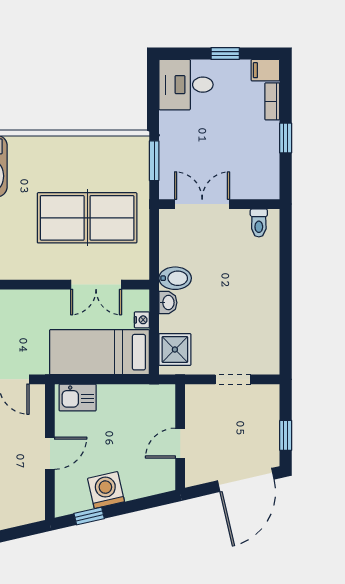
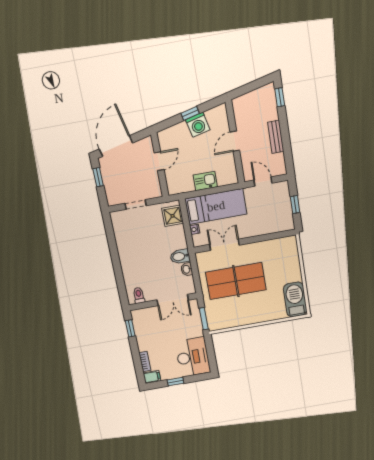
desk: (186, 85) -> (193, 357), width x1.37
window: (286, 138) -> (130, 328), moved
washbasin: (168, 303) -> (187, 269), moved
kitchen sink: (78, 397) -> (205, 181), moved
window: (89, 516) -> (190, 113), moved

